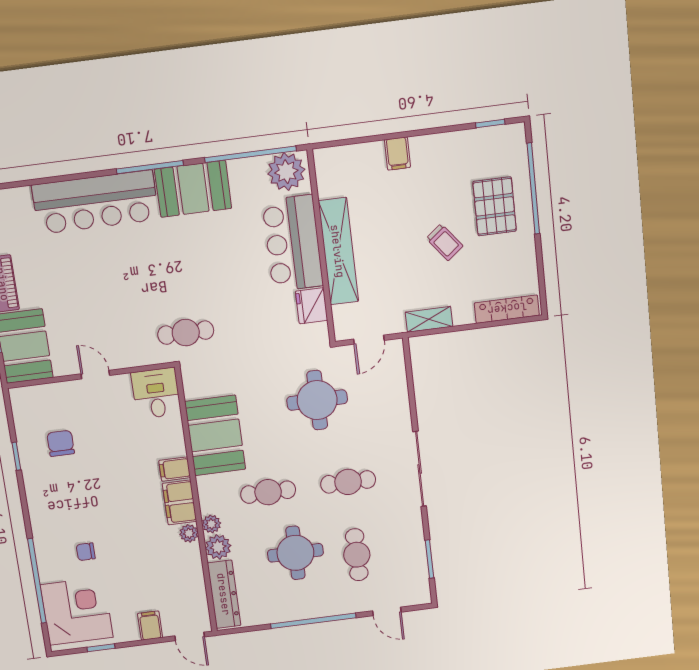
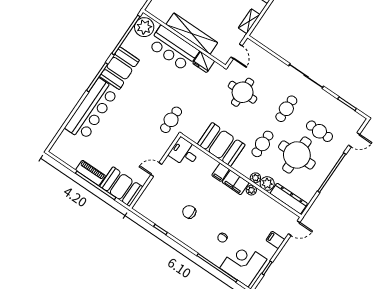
chair: (61, 443) -> (189, 212), moved
round table: (295, 553) -> (297, 155), width x1.36, depth x1.36

